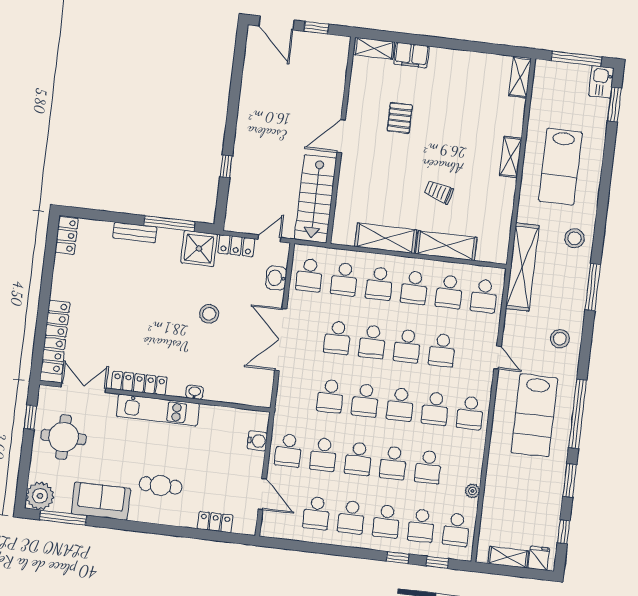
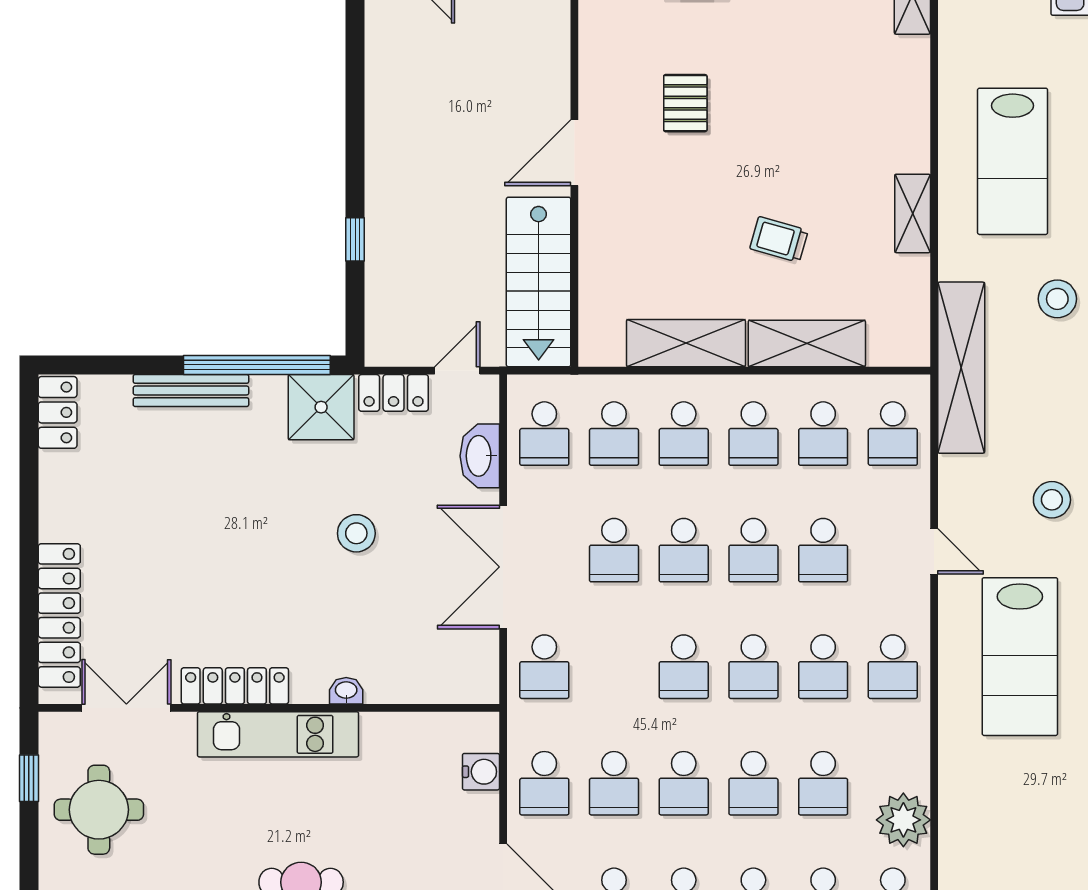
shelving: (511, 157) -> (913, 213), moved
window: (169, 224) -> (257, 365), width x1.46
bench: (135, 232) -> (191, 390), width x1.36
washbasin: (276, 278) -> (480, 456), width x1.38
school desk: (330, 396) -> (544, 667), moved
plant: (473, 491) -> (903, 820), width x1.88, depth x1.88

